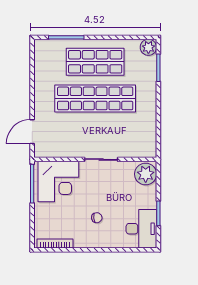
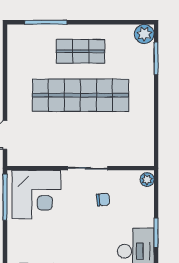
shop shelf: (95, 62) -> (81, 51), width x0.70, depth x0.74
plant: (146, 174) -> (147, 180), width x0.53, depth x0.53
chair: (97, 218) -> (103, 200), moved

